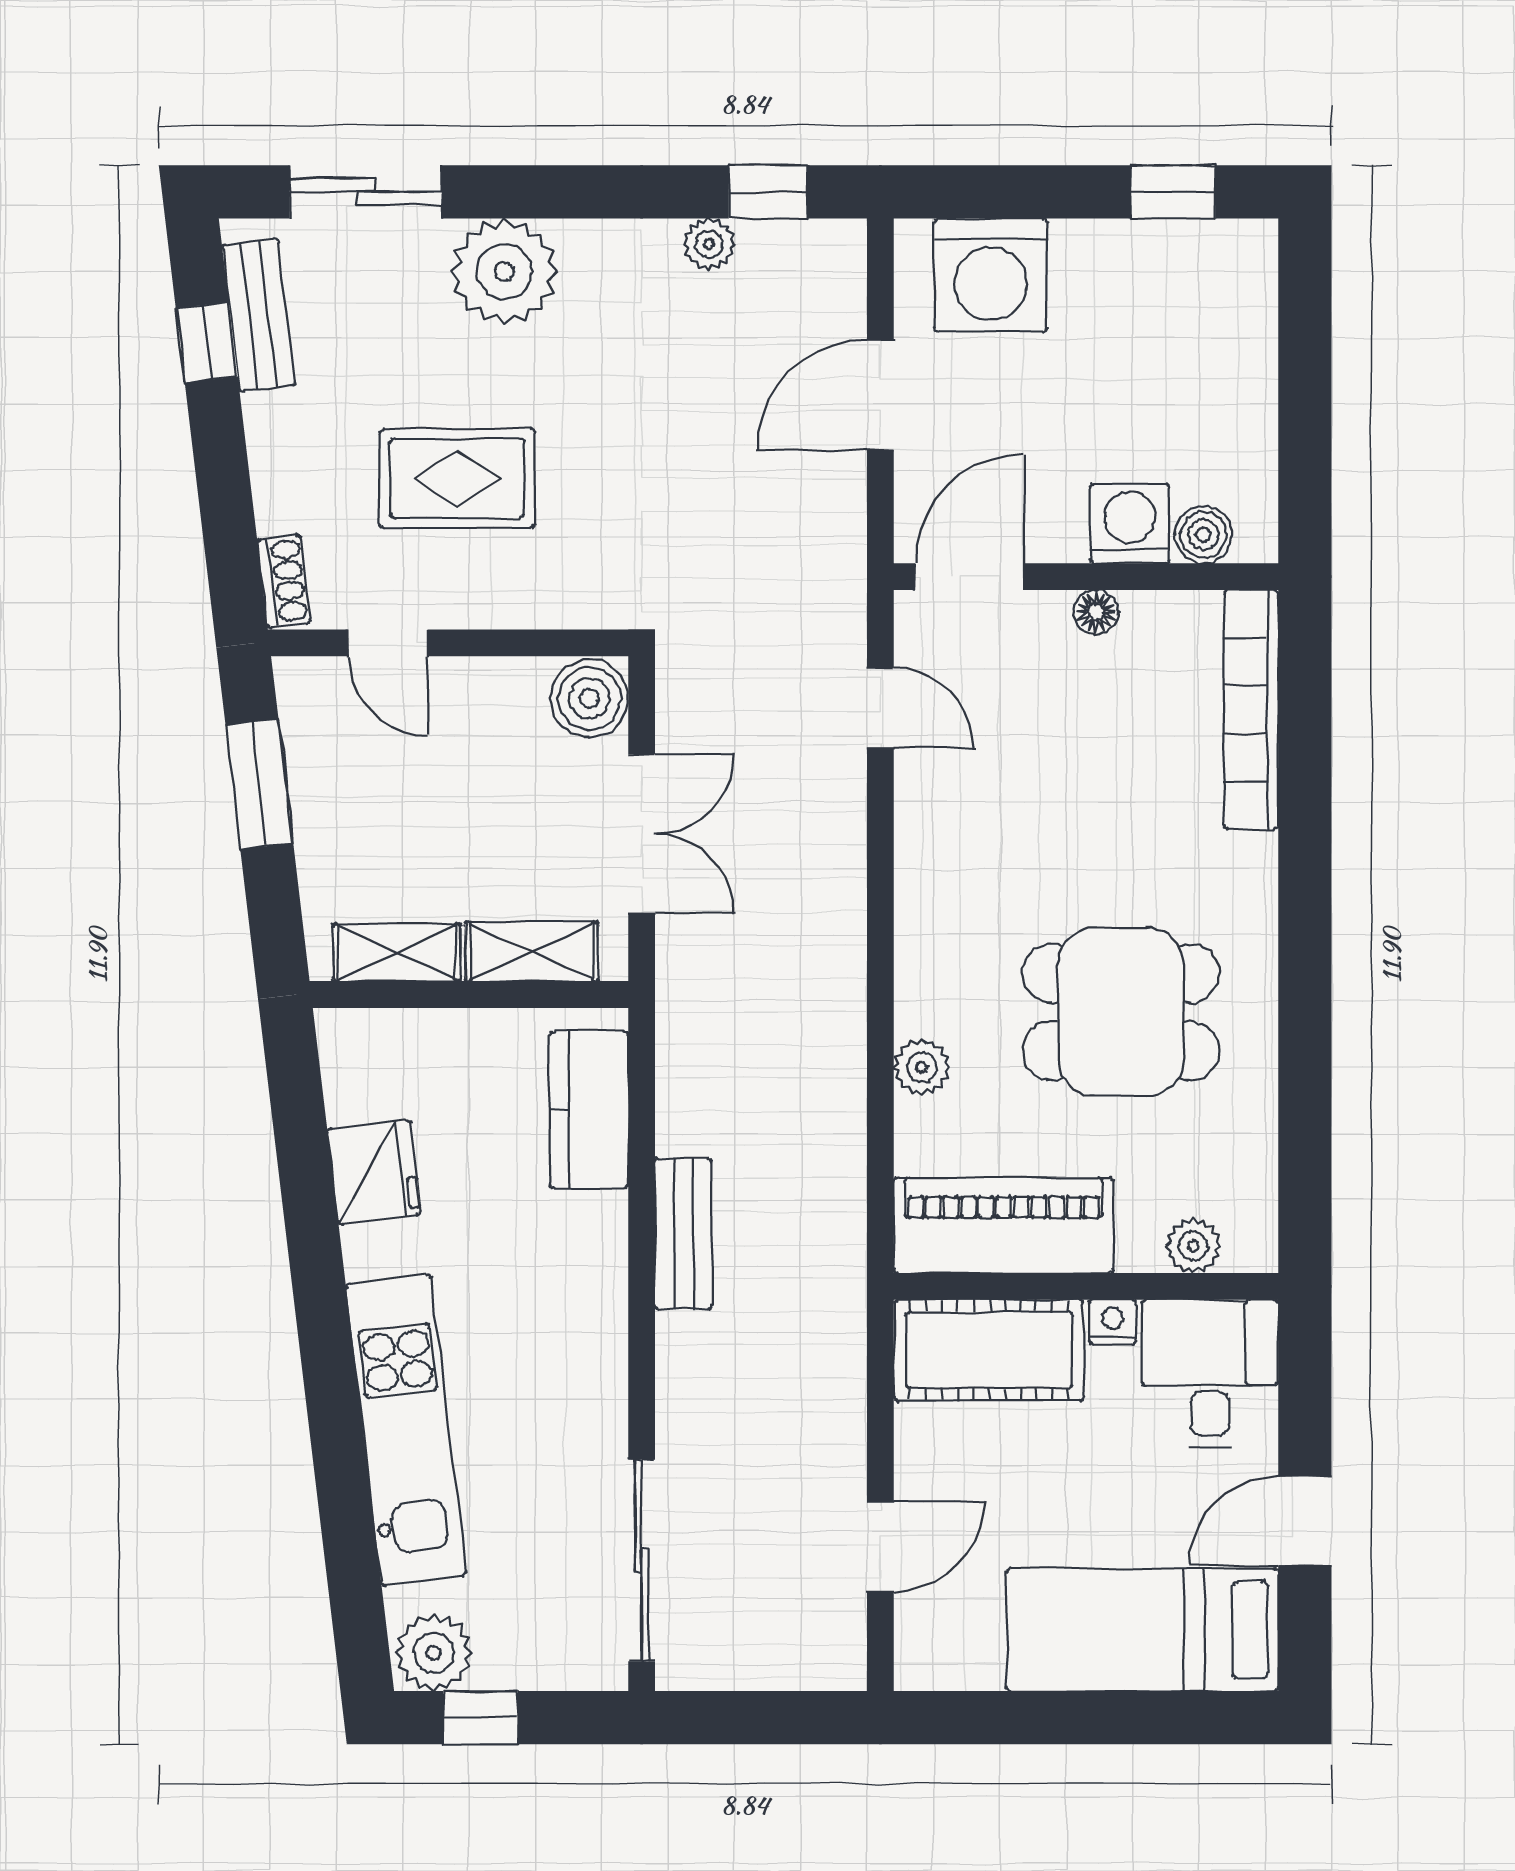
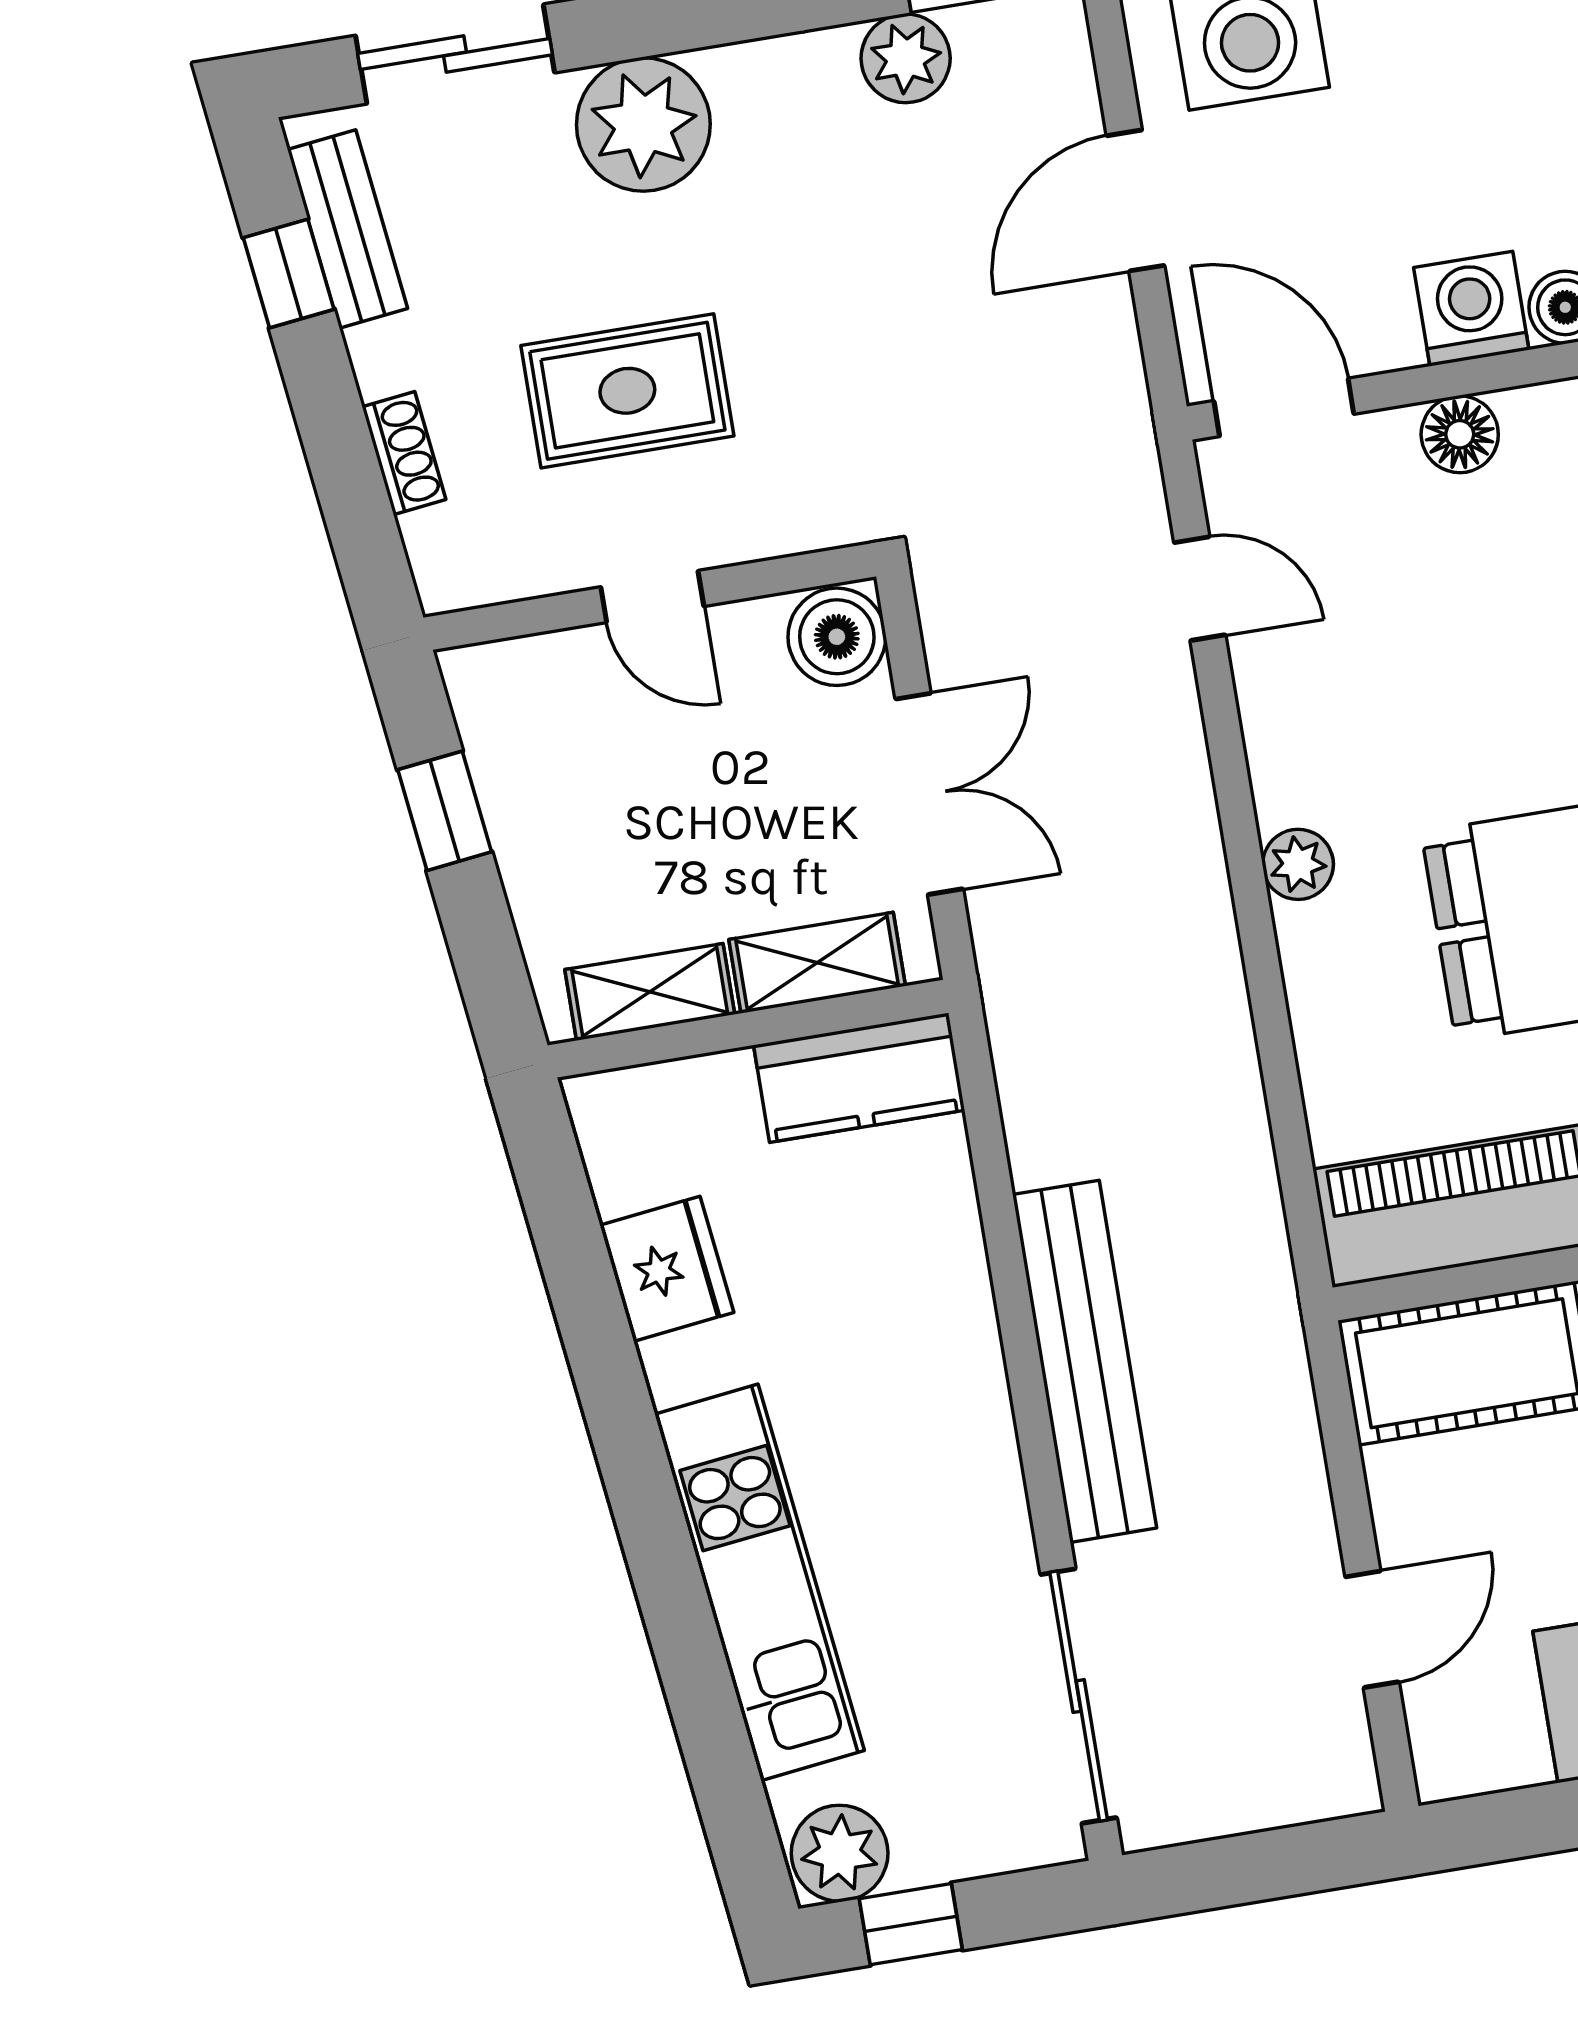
plant: (709, 244) -> (906, 58), width x1.38, depth x1.38
door: (970, 577) -> (1284, 407), hinge flipped
shoe rack: (284, 581) -> (404, 453), moved
floor lamp: (1096, 612) -> (1460, 434), width x1.37, depth x1.37
door: (388, 643) -> (652, 597), moved
window: (259, 784) -> (445, 811), width x0.67
plant: (922, 1067) -> (1298, 864), moved
kitchen counter: (589, 1110) -> (859, 1078), moved, turned -90
bench: (684, 1234) -> (1085, 1361), width x1.86, depth x1.21

